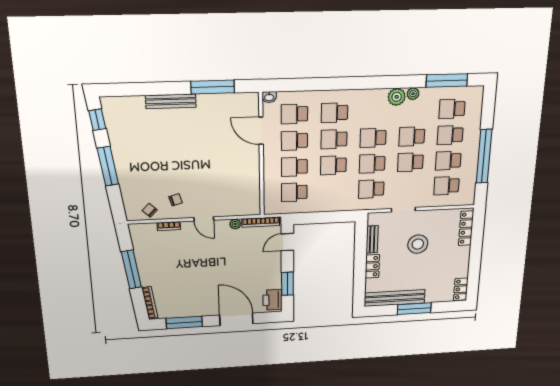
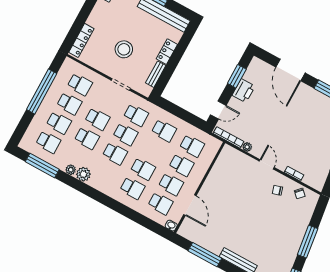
school desk: (333, 165) -> (164, 131), moved
printer: (272, 300) -> (244, 91), moved

